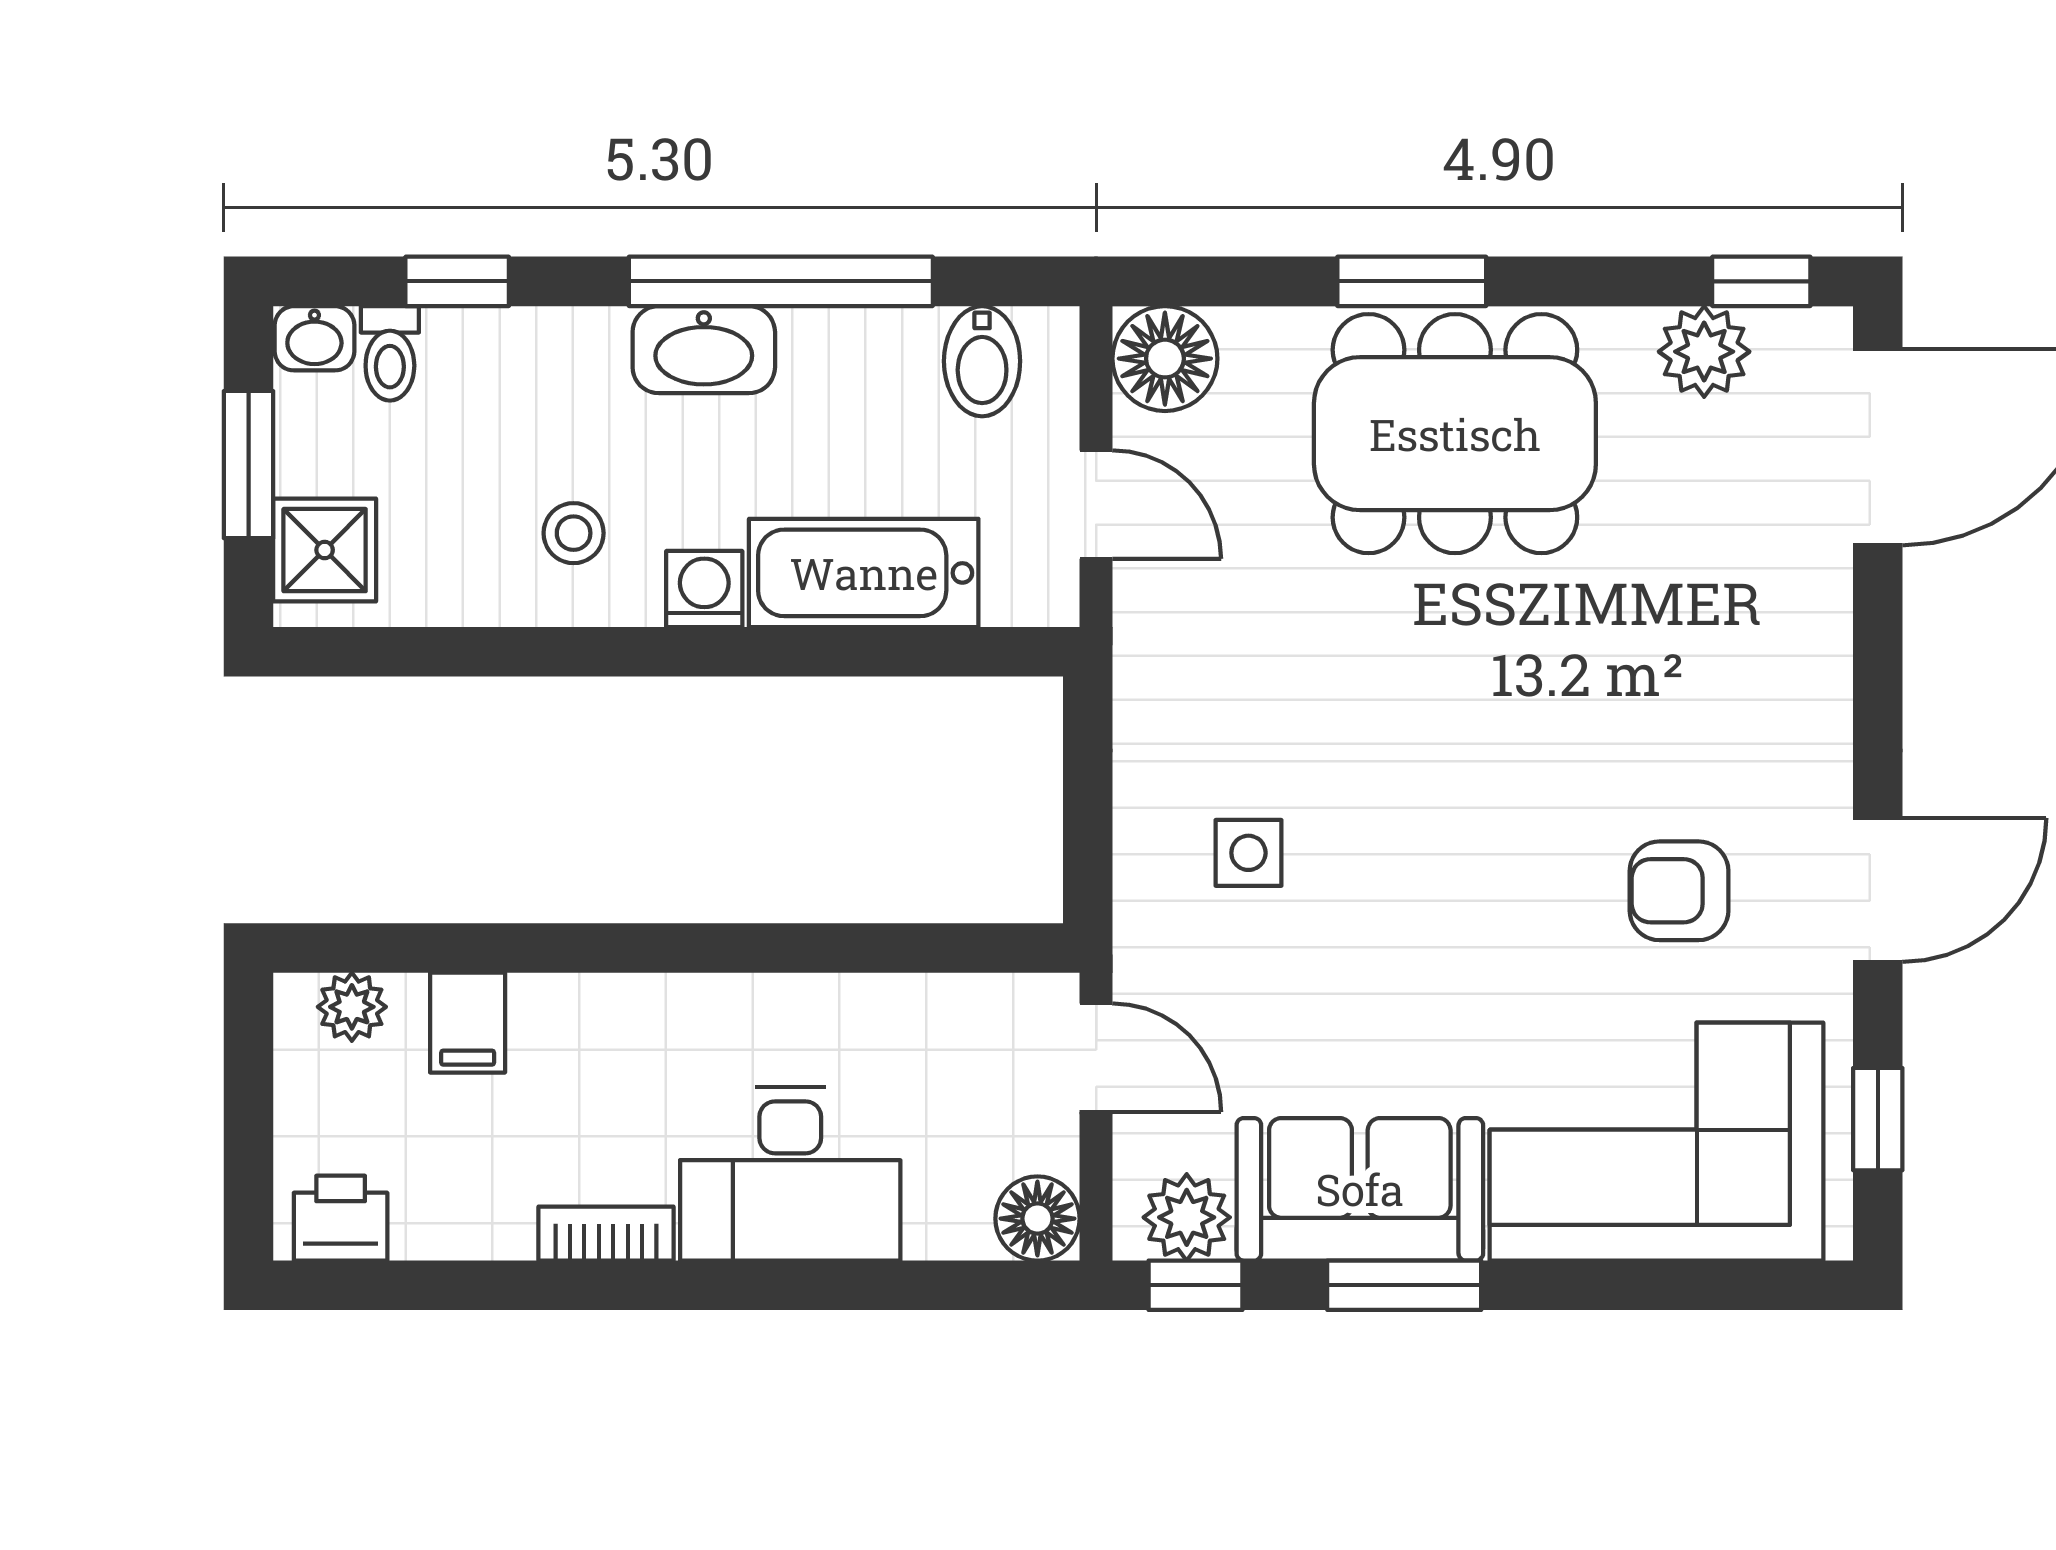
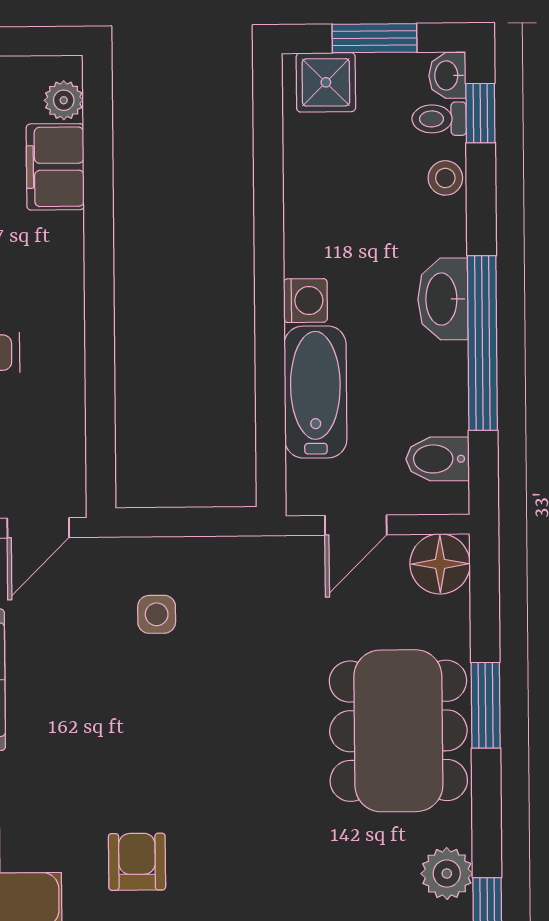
window: (457, 281) -> (480, 113), moved
stool: (574, 533) -> (445, 178), moved
filing cabinet: (468, 1023) -> (55, 167), width x2.00

